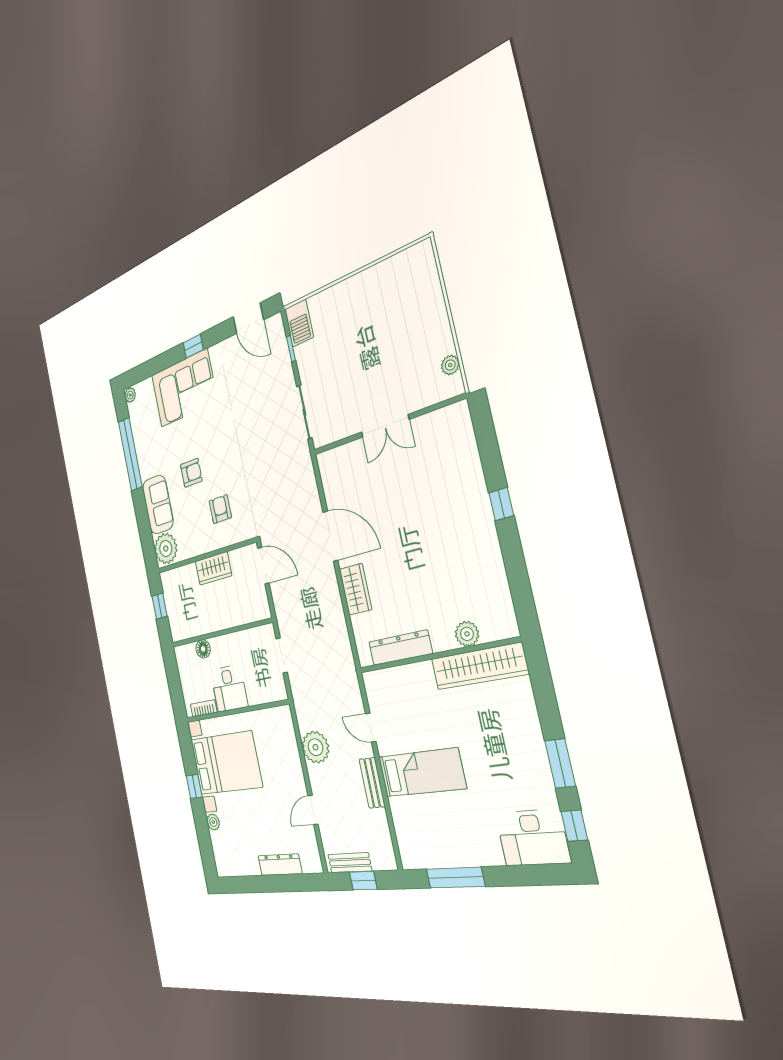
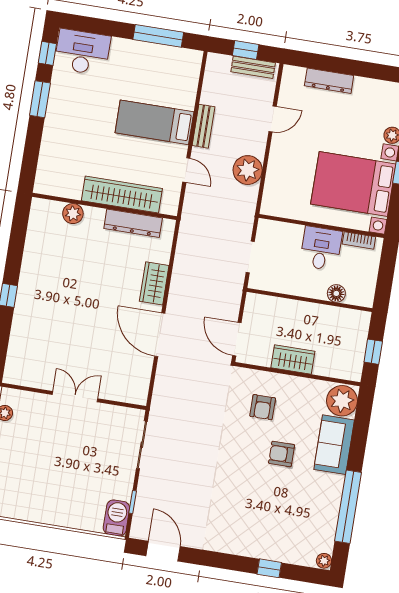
window: (193, 346) -> (269, 568), moved
corner sofa: (184, 388) -> (257, 532), removed
wardrobe: (479, 666) -> (122, 195), moved

